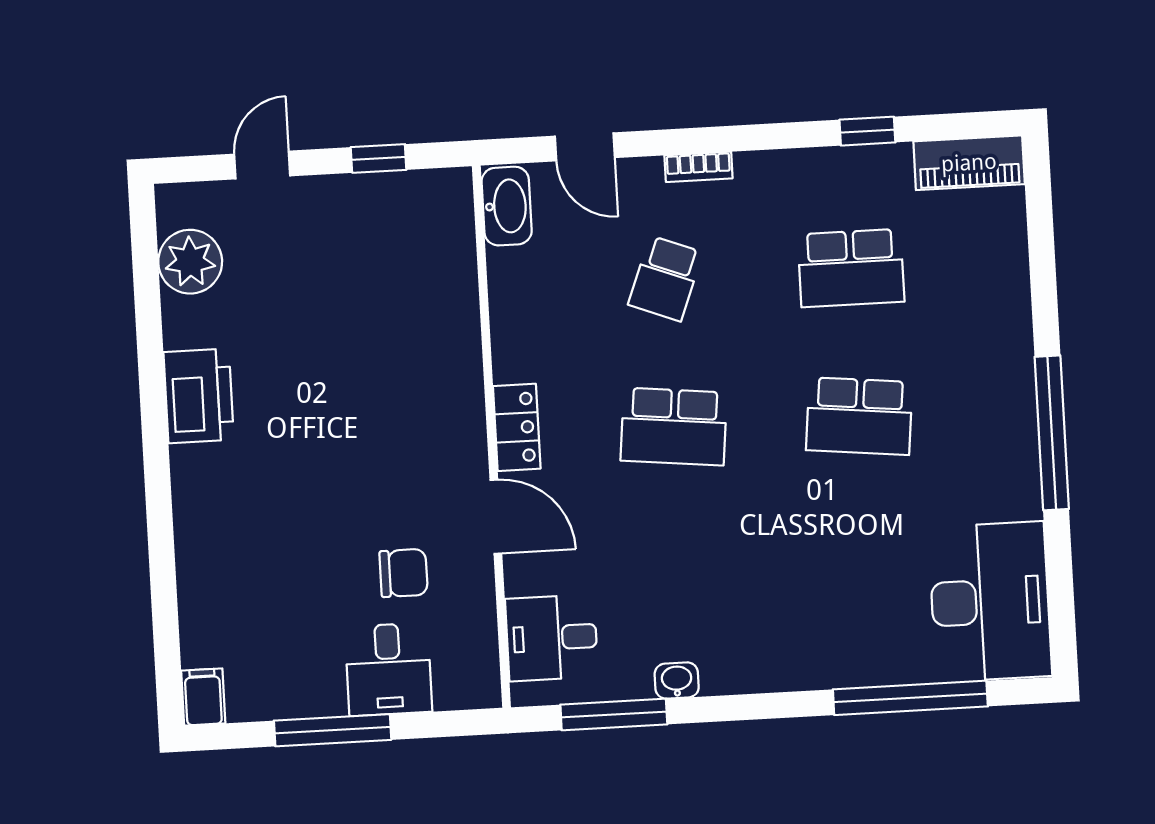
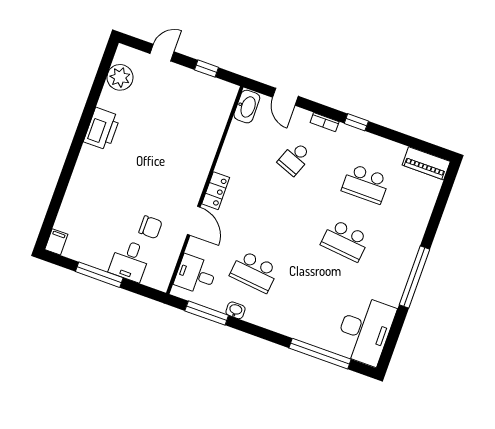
window: (867, 131) -> (356, 122), moved
school desk: (674, 427) -> (254, 272), moved

